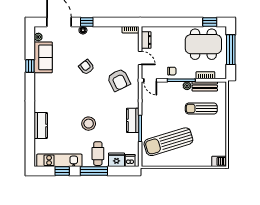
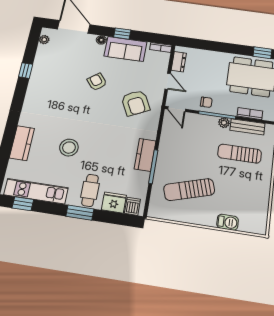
window: (87, 22) -> (122, 34), moved
sofa: (43, 57) -> (126, 49), moved, turned 90
stool: (89, 124) -> (69, 148), moved
sun lounger: (168, 142) -> (189, 190), width x0.73, depth x0.75
barbecue: (219, 161) -> (228, 222), moved
window: (62, 171) -> (23, 204), moved
window: (94, 171) -> (80, 213), width x0.69

